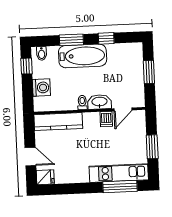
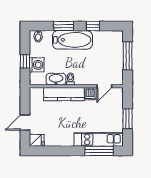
window: (26, 66) -> (25, 61), moved
window: (149, 72) -> (128, 56), width x1.44
washbasin: (99, 102) -> (56, 79), moved
kitchen counter: (58, 122) -> (64, 94), moved
door: (30, 157) -> (25, 122), swing flipped

